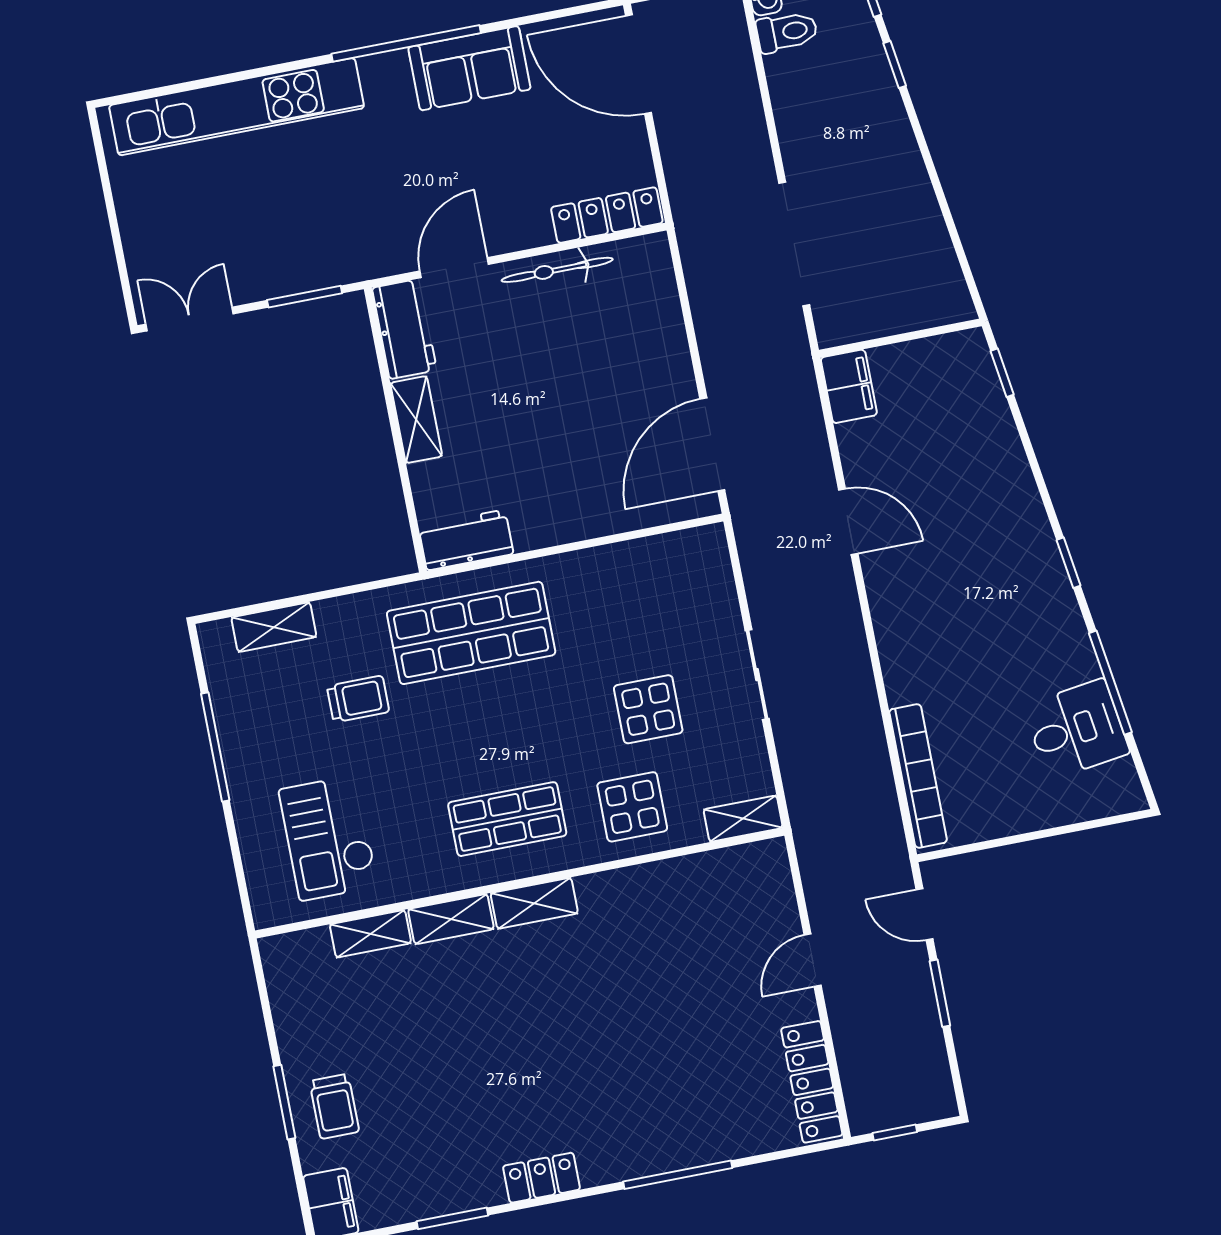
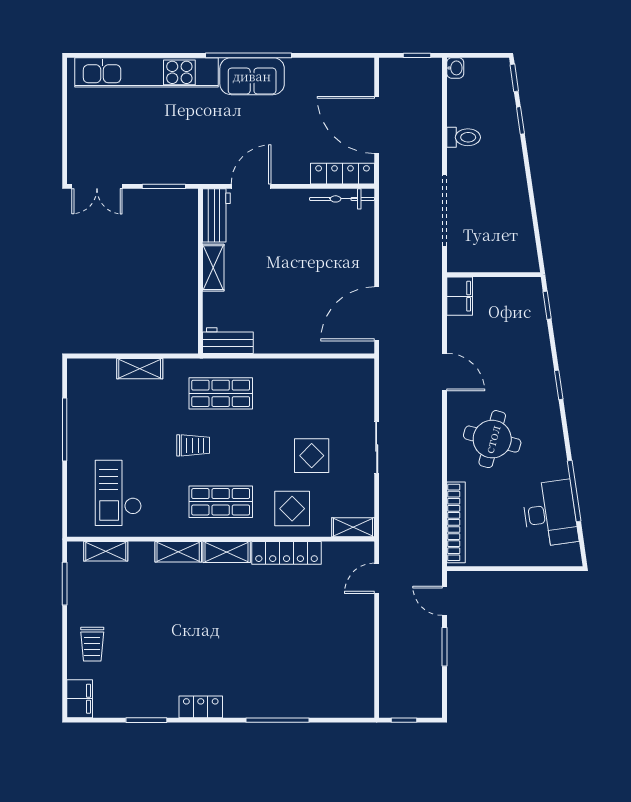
toilet: (787, 32) -> (464, 137), moved
door: (638, 64) -> (377, 125), moved
sofa: (469, 68) -> (252, 76), moved
bicycle: (557, 270) -> (342, 199), moved
double door: (190, 319) -> (97, 186), swing flipped
window: (1069, 563) -> (559, 385), moved
round table: (952, 621) -> (492, 439), added
shelving: (274, 627) -> (140, 369), moved
shop shelf: (471, 633) -> (221, 393), width x0.70, depth x0.74
trolley: (358, 699) -> (193, 445), moved
desk: (1076, 729) -> (550, 514), width x1.37
shelving: (370, 934) -> (106, 551), moved
door: (813, 960) -> (377, 578), moved
locker: (812, 1082) -> (287, 553), moved, turned -90
window: (284, 1102) -> (65, 584), moved

